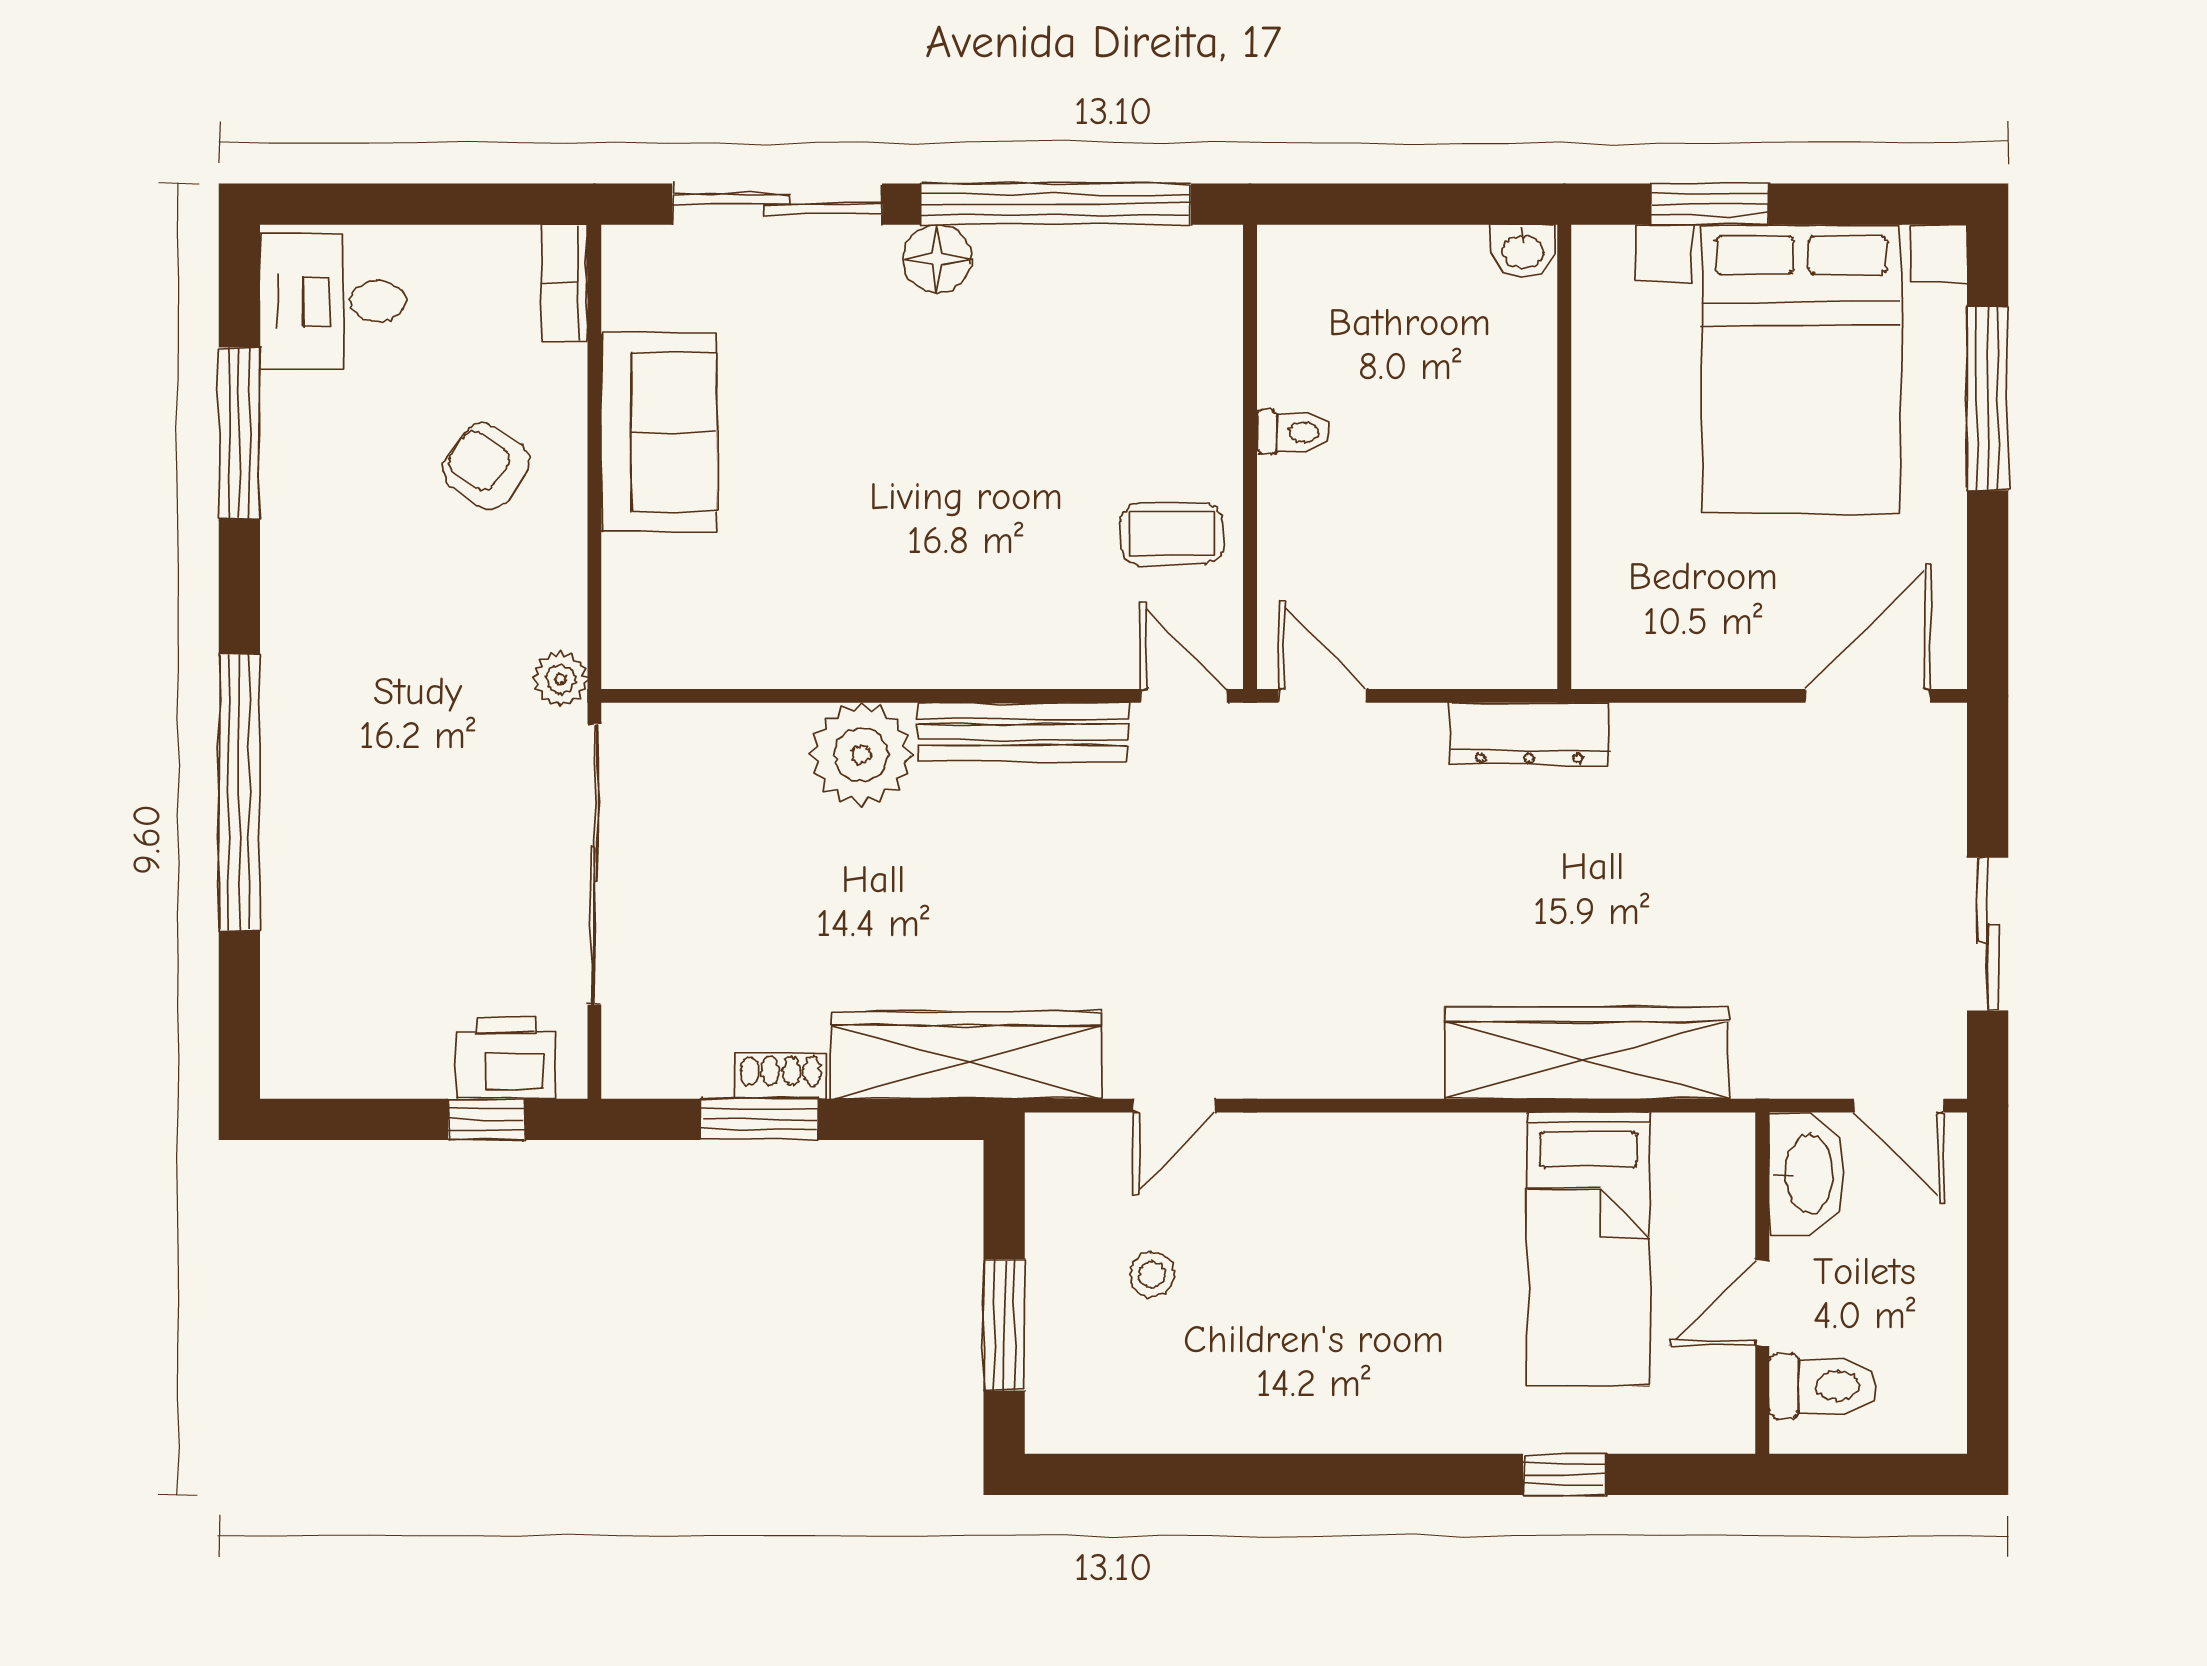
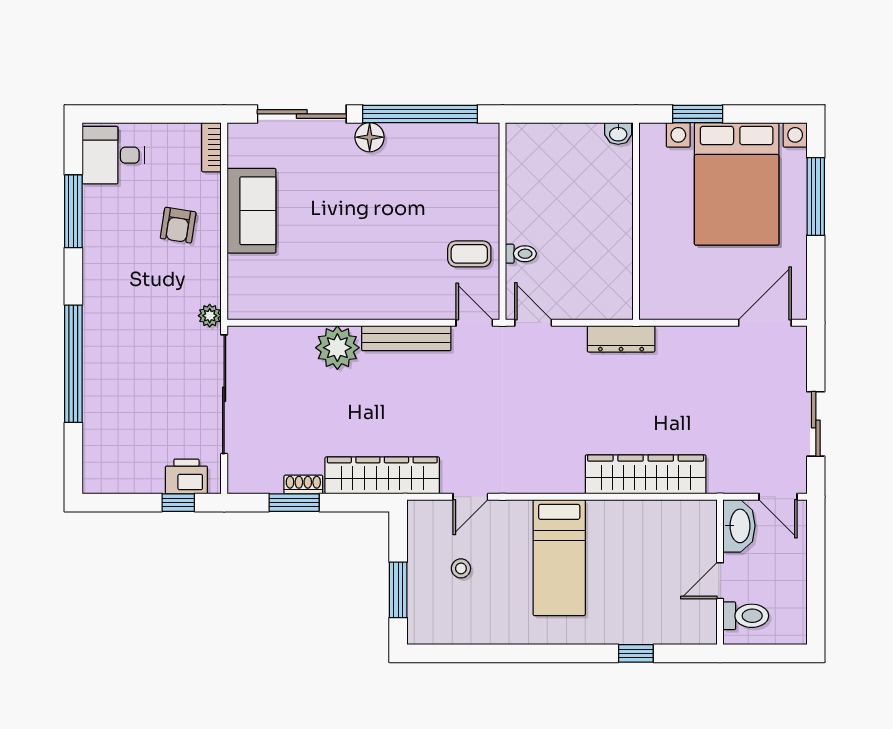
toilet: (1293, 432) -> (521, 254), moved
armchair: (486, 466) -> (178, 225), turned -116
bed: (1588, 1249) -> (559, 558), moved

